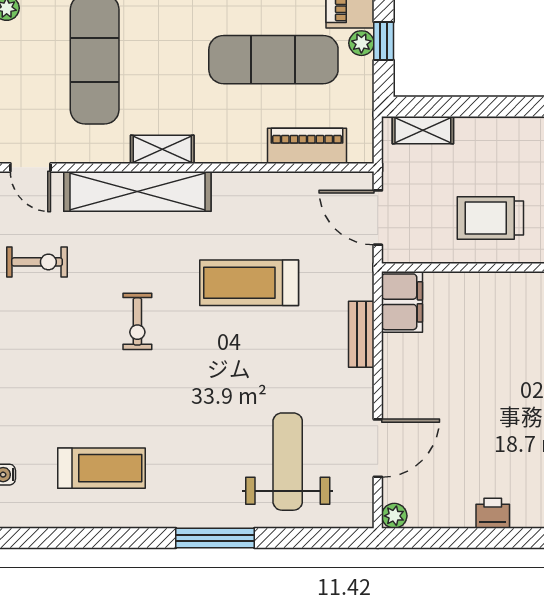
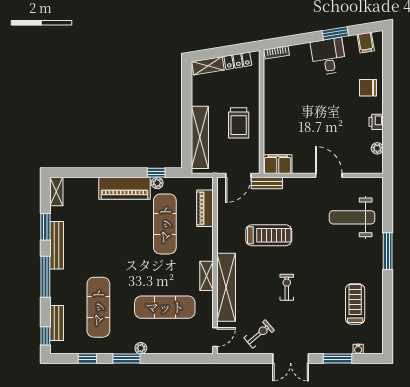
shelving: (423, 130) -> (200, 137), width x2.20, depth x1.33
exercise bike: (37, 262) -> (259, 334), turned 50
treadmill: (249, 283) -> (269, 235), turned -90
exercise bike: (137, 321) -> (287, 287), turned -90
bench: (361, 334) -> (267, 183), moved
door: (378, 448) -> (329, 175), moved
plant: (394, 516) -> (377, 148), moved

